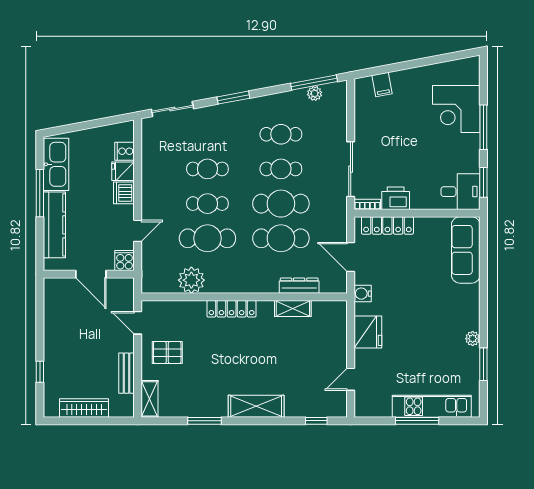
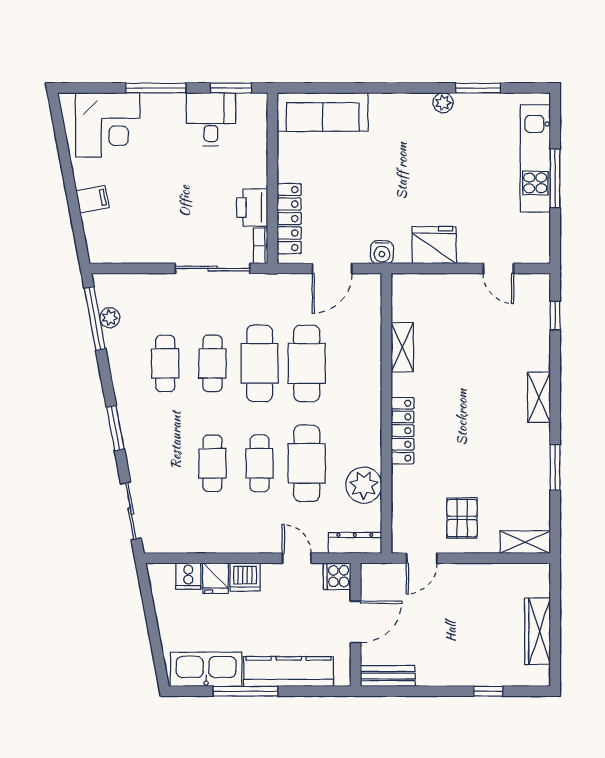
filing cabinet: (382, 84) -> (93, 199), moved
corner desk: (456, 109) -> (108, 125), moved
desk: (460, 192) -> (211, 119), moved
dresser: (299, 286) -> (355, 543), moved, turned 90
bench: (126, 373) -> (388, 676), moved
shelving: (256, 406) -> (539, 397), width x0.67, depth x0.75

